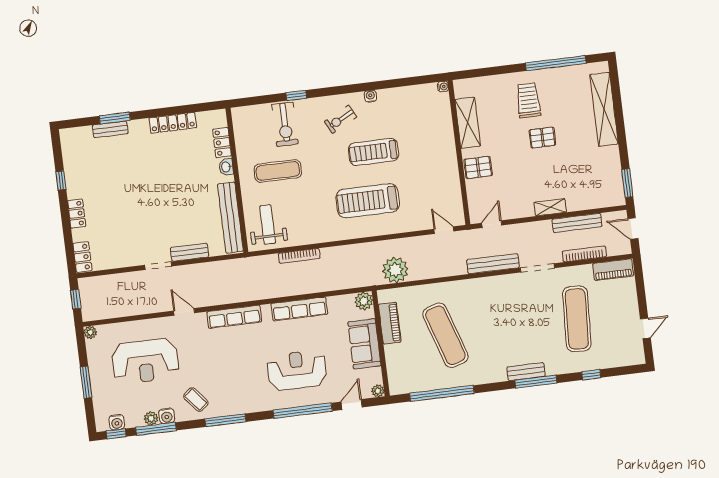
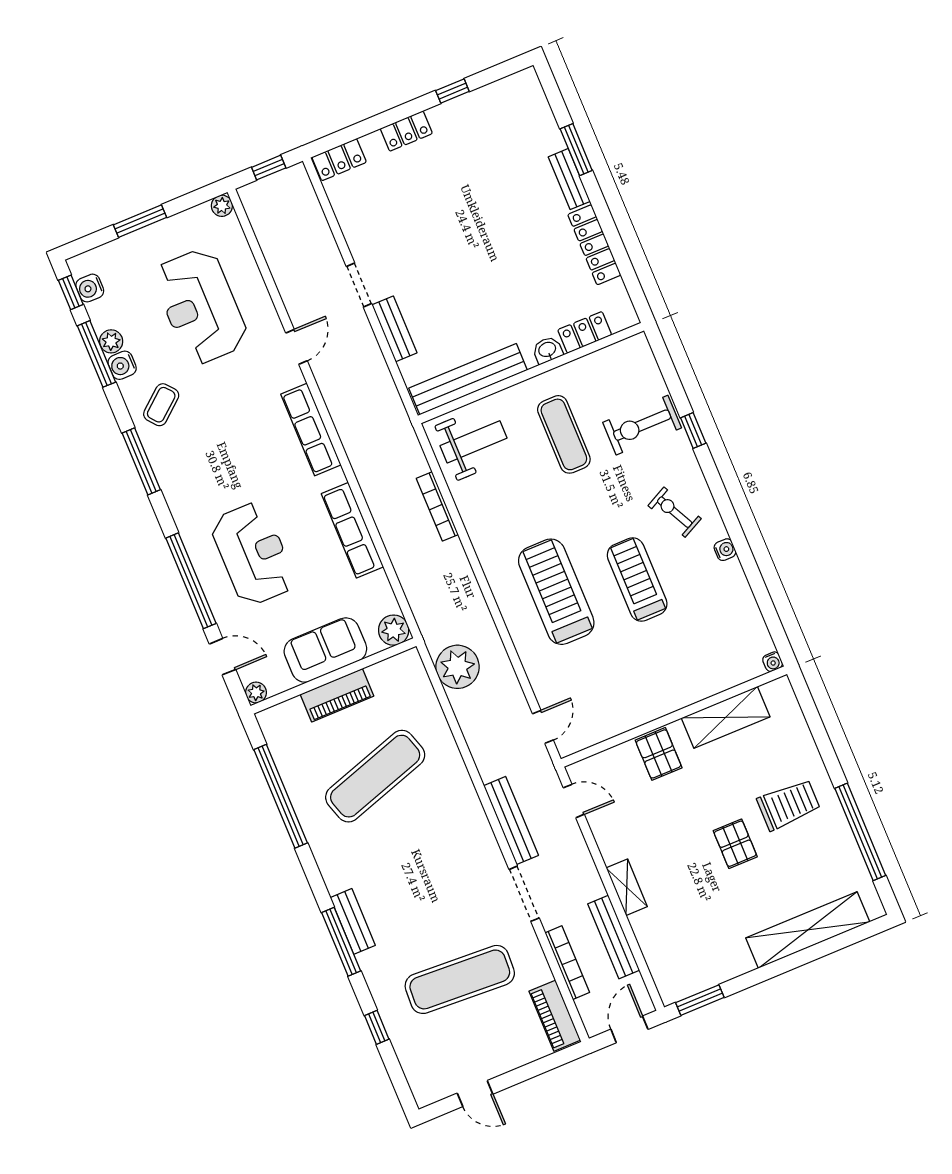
bench: (110, 129) -> (569, 179), moved
piano: (390, 323) -> (337, 695), moved

